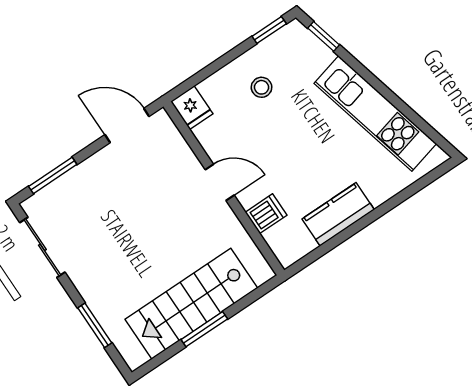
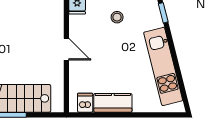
dishwasher: (266, 214) -> (85, 103), moved, turned -90

